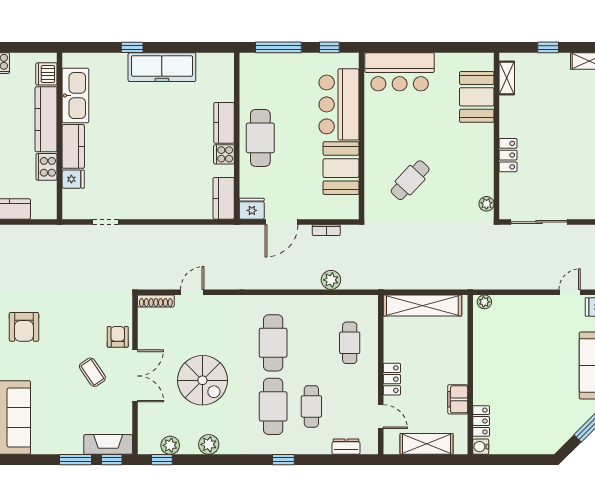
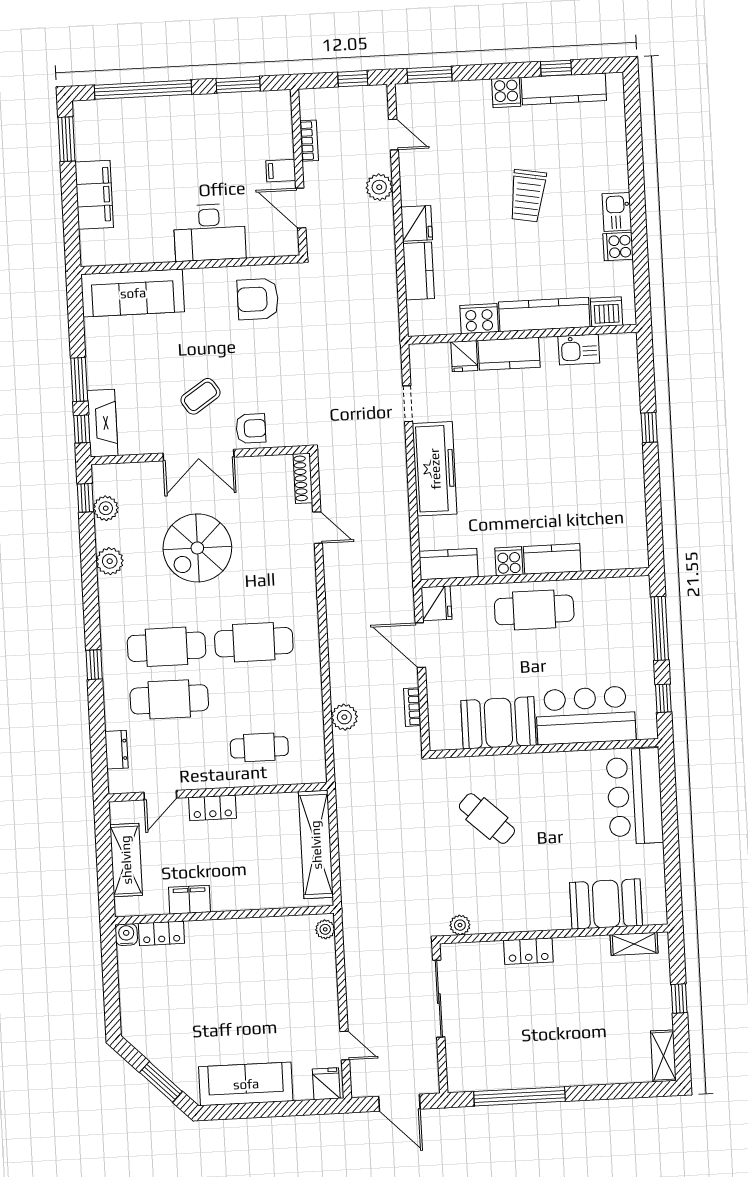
freezer: (162, 67) -> (435, 469), moved, turned 180
kitchen sink: (75, 96) -> (579, 350), width x0.53, depth x0.81
cafe table: (311, 406) -> (169, 699), width x1.37, depth x1.35

